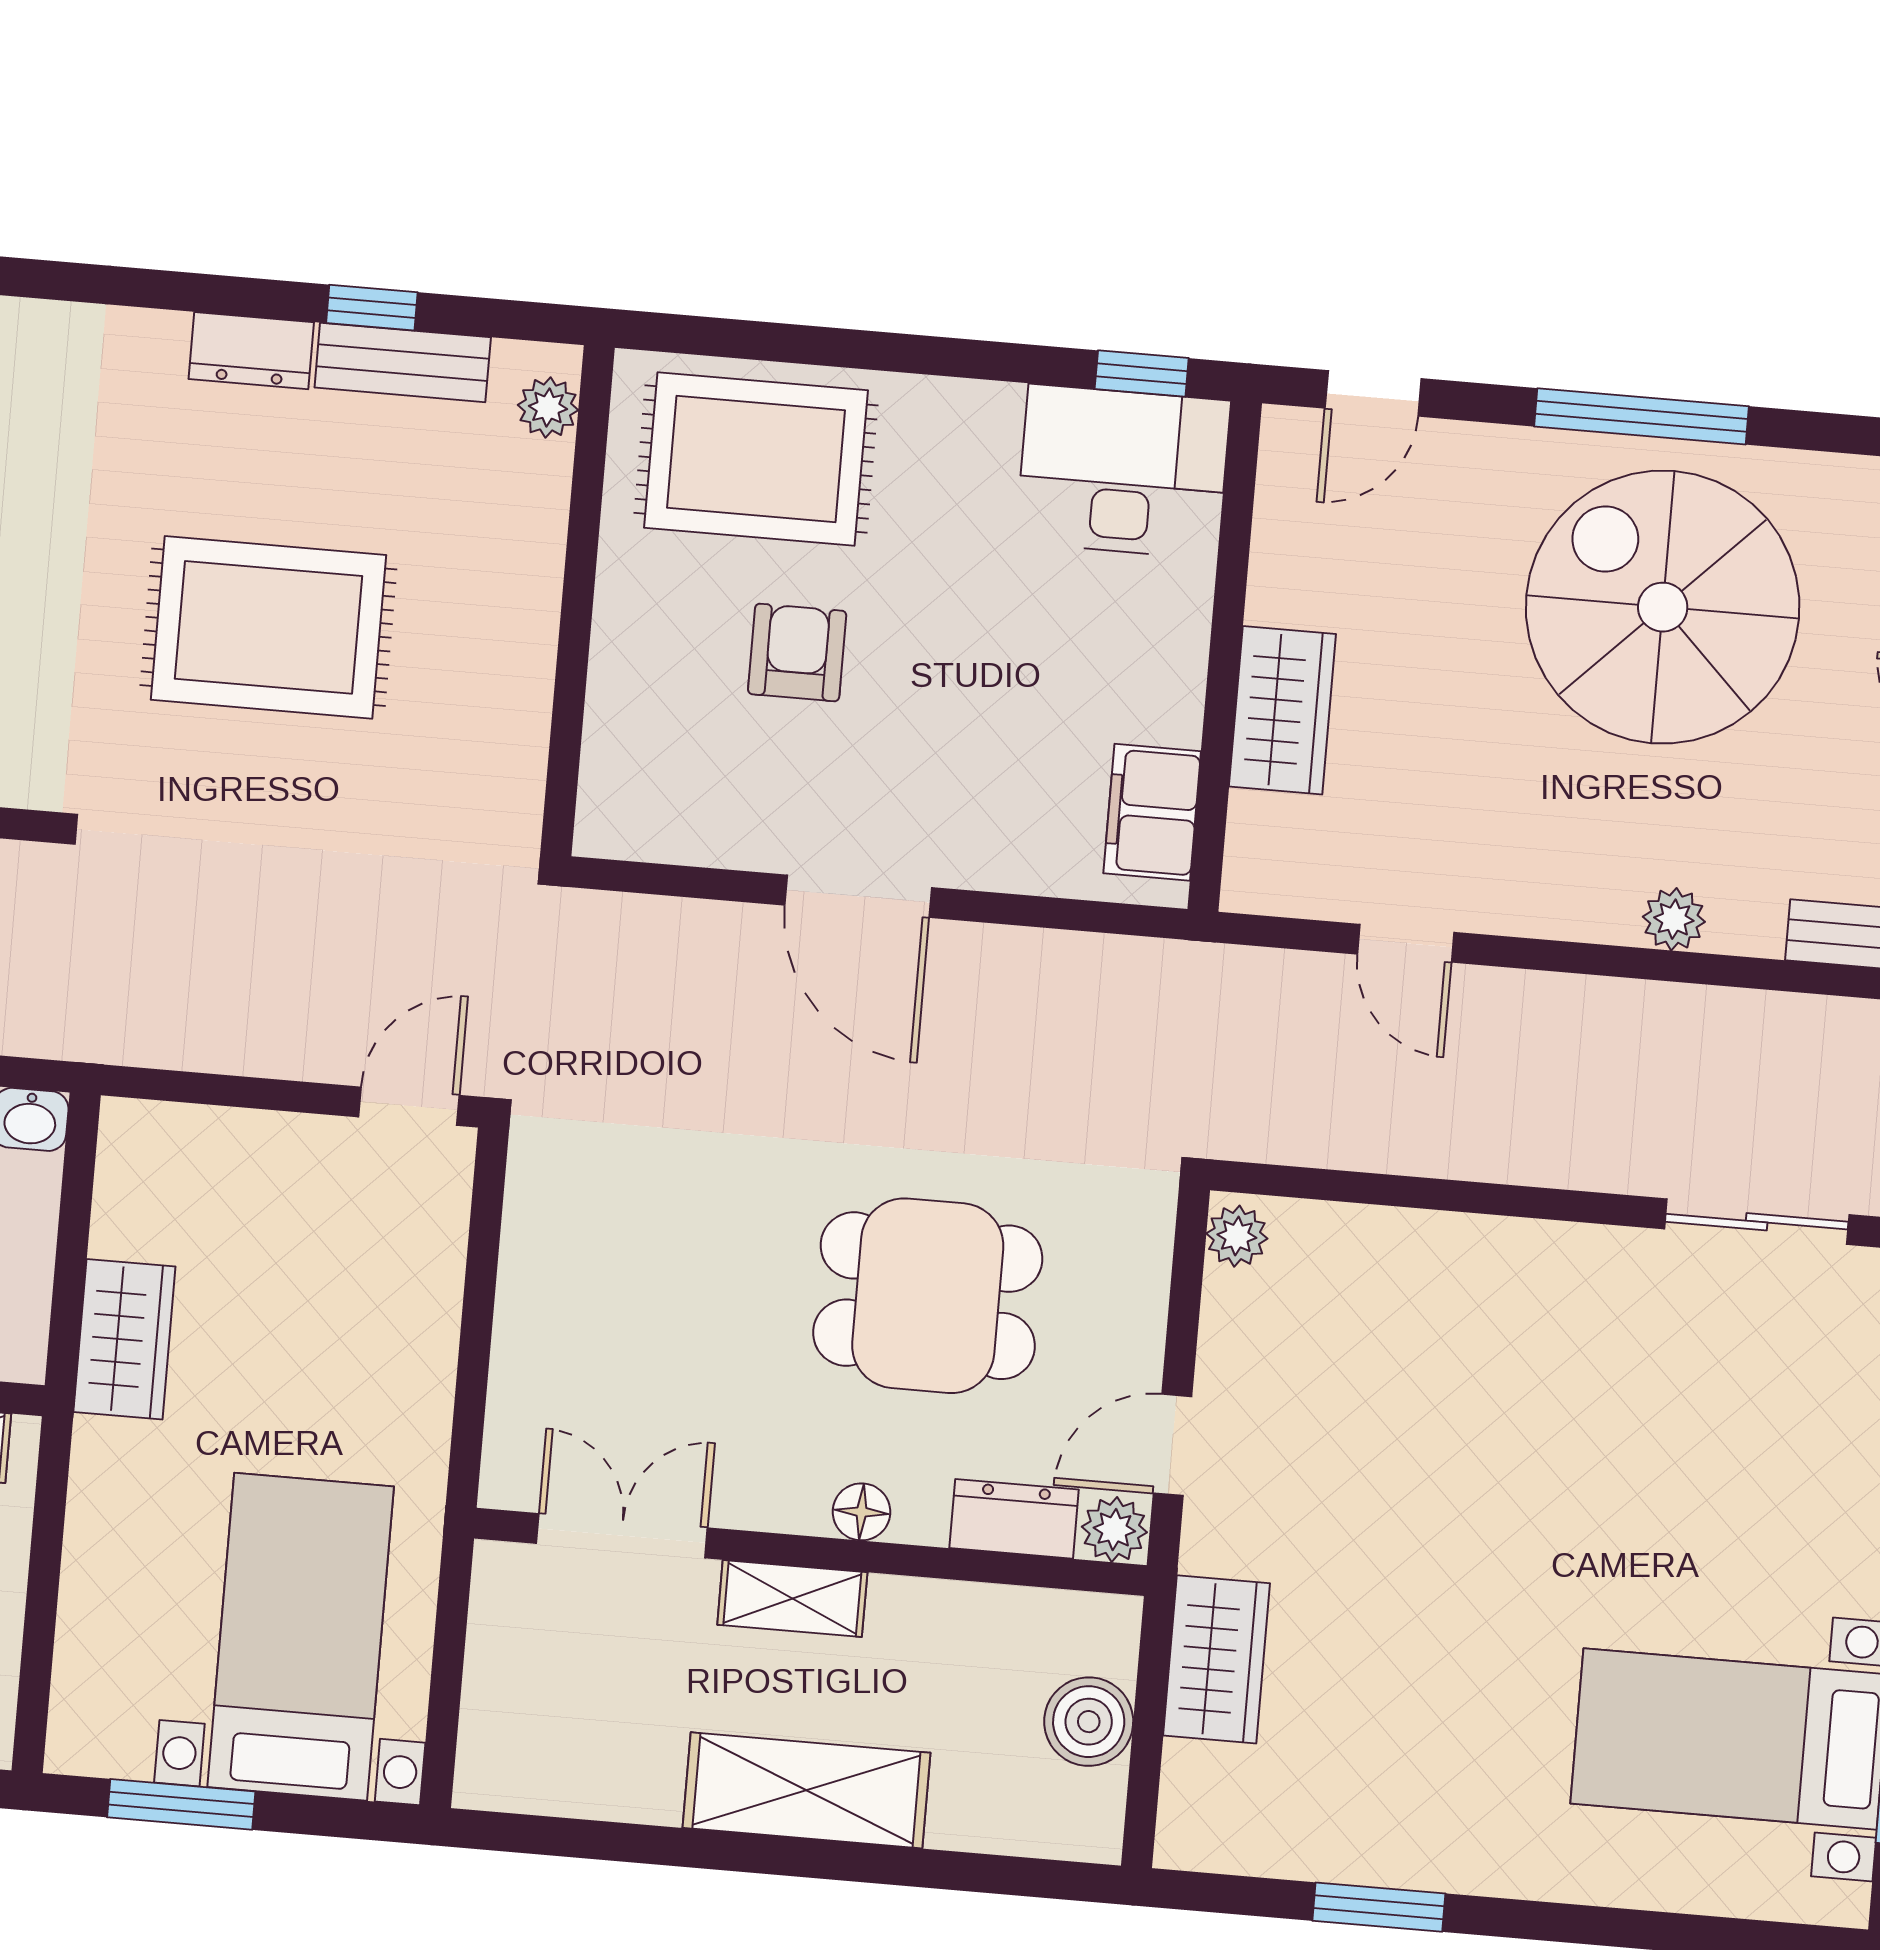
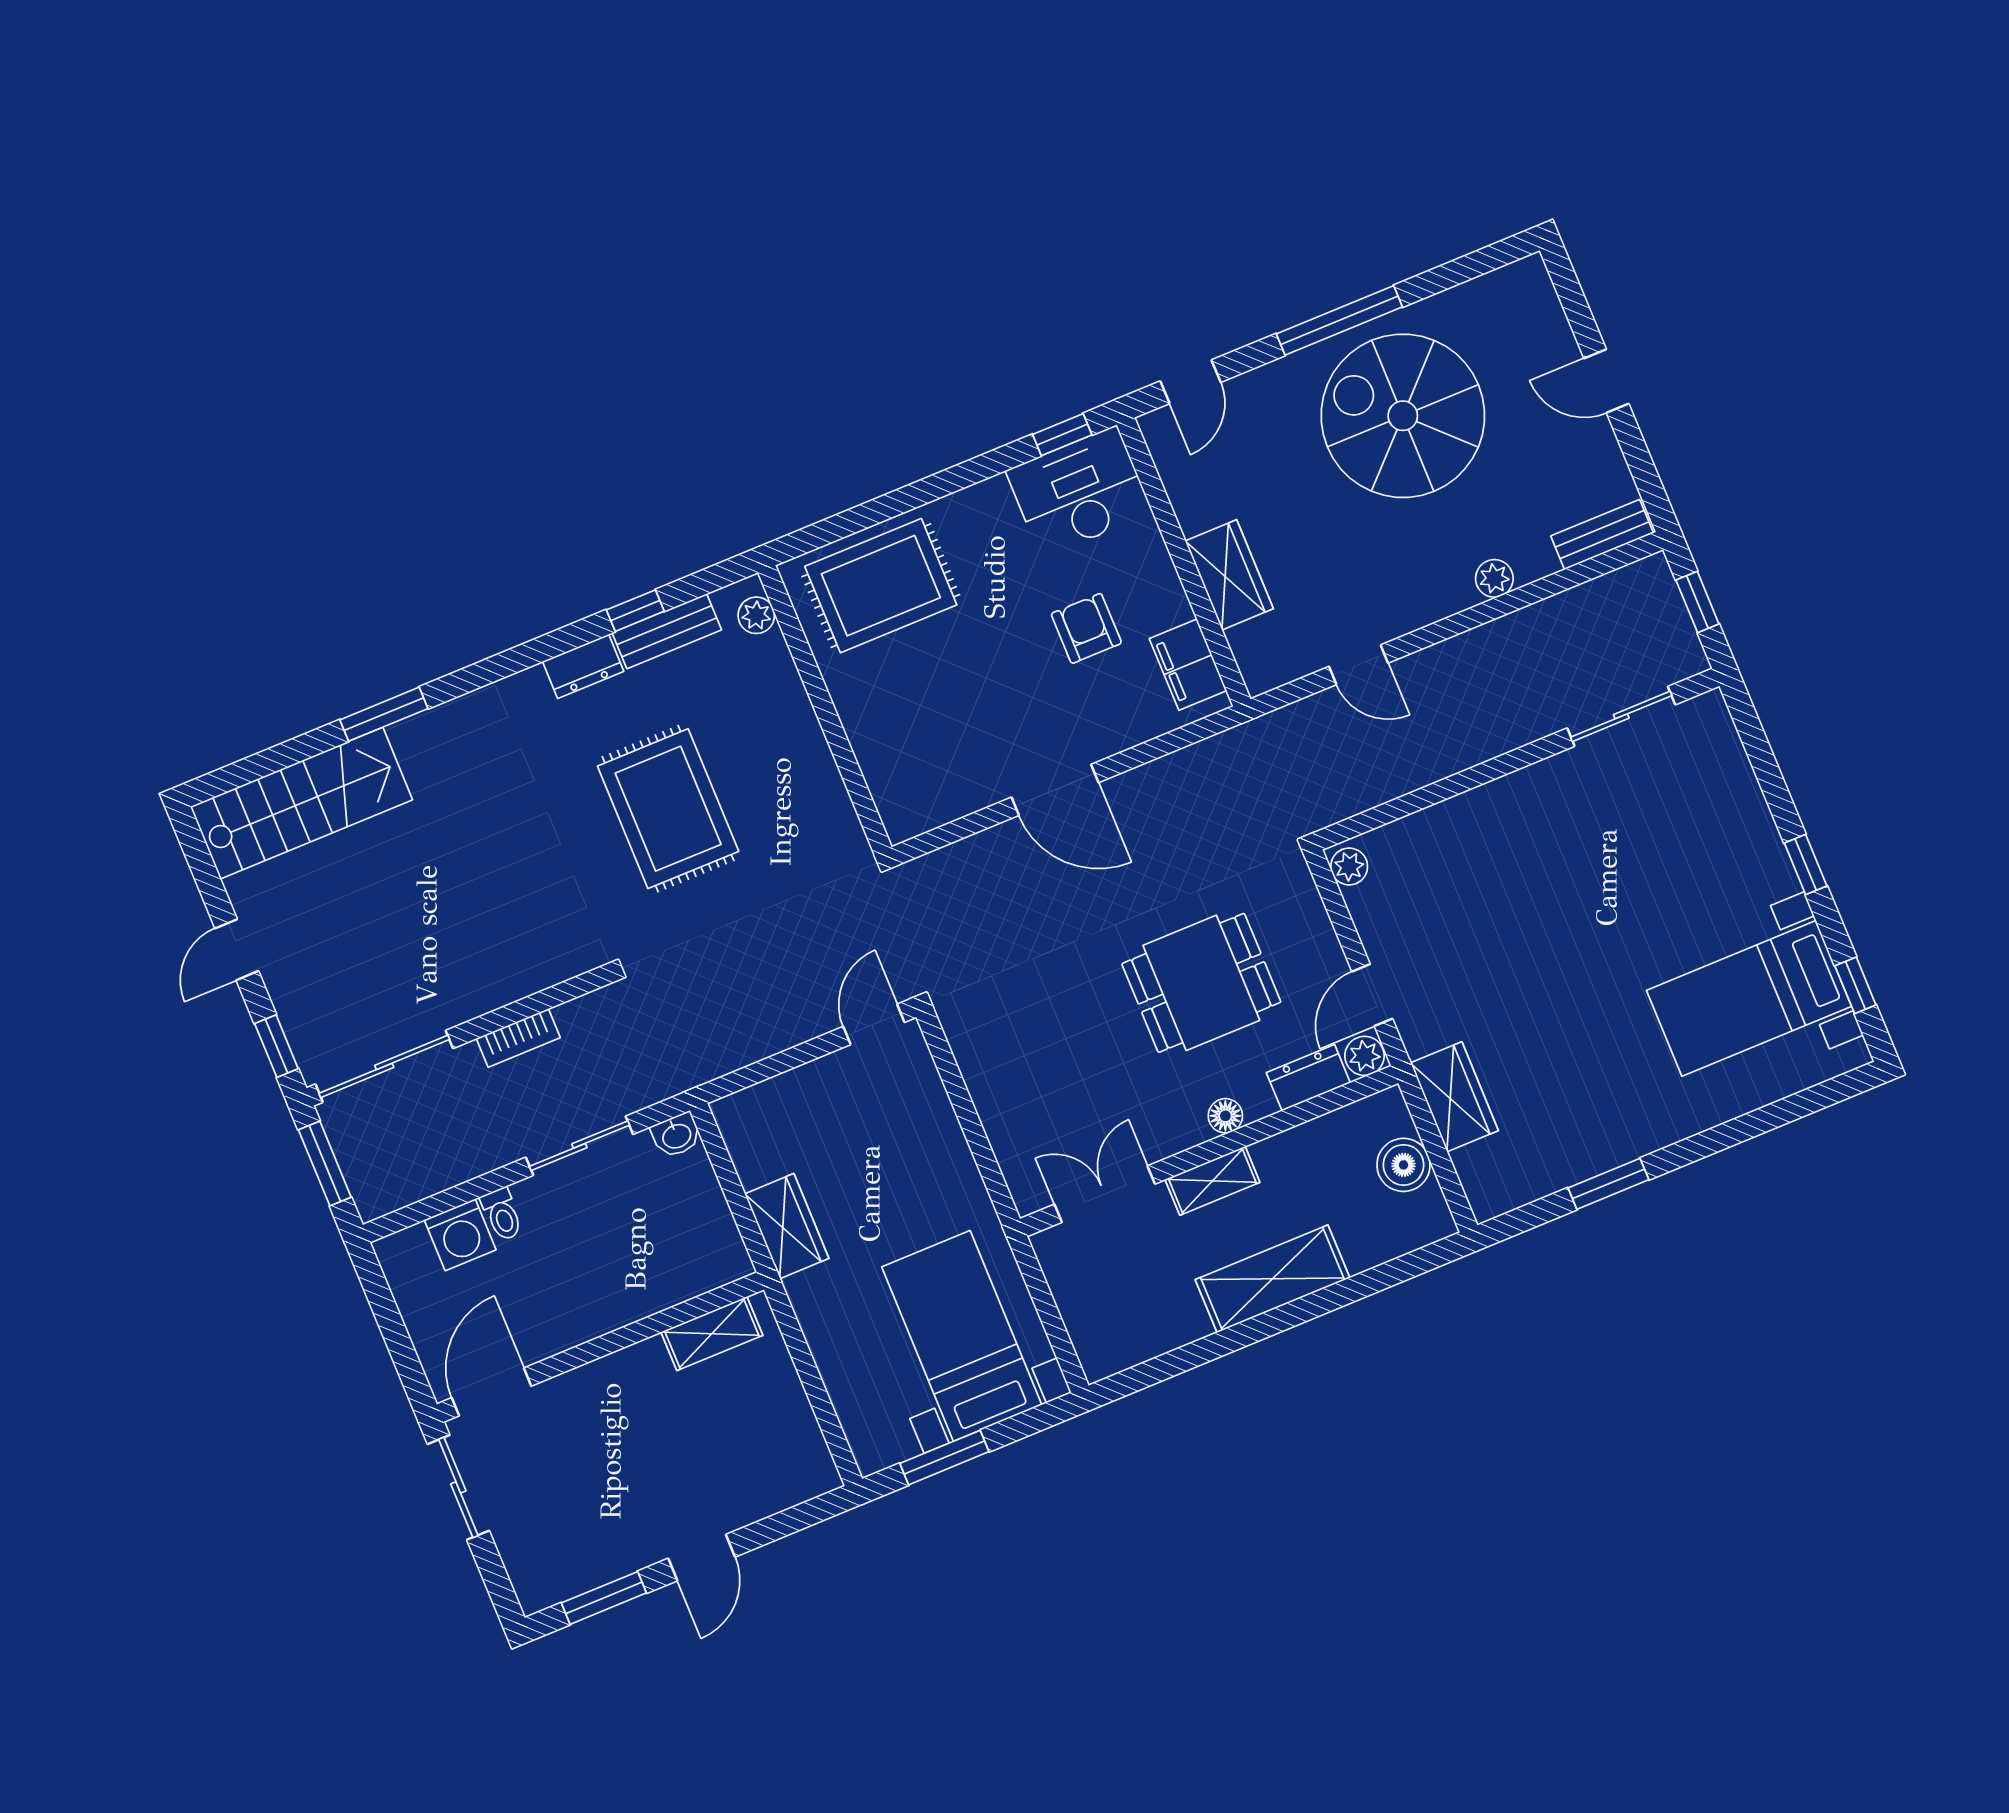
rug: (268, 627) -> (668, 809), turned 90
armchair: (797, 652) -> (1086, 628), moved

